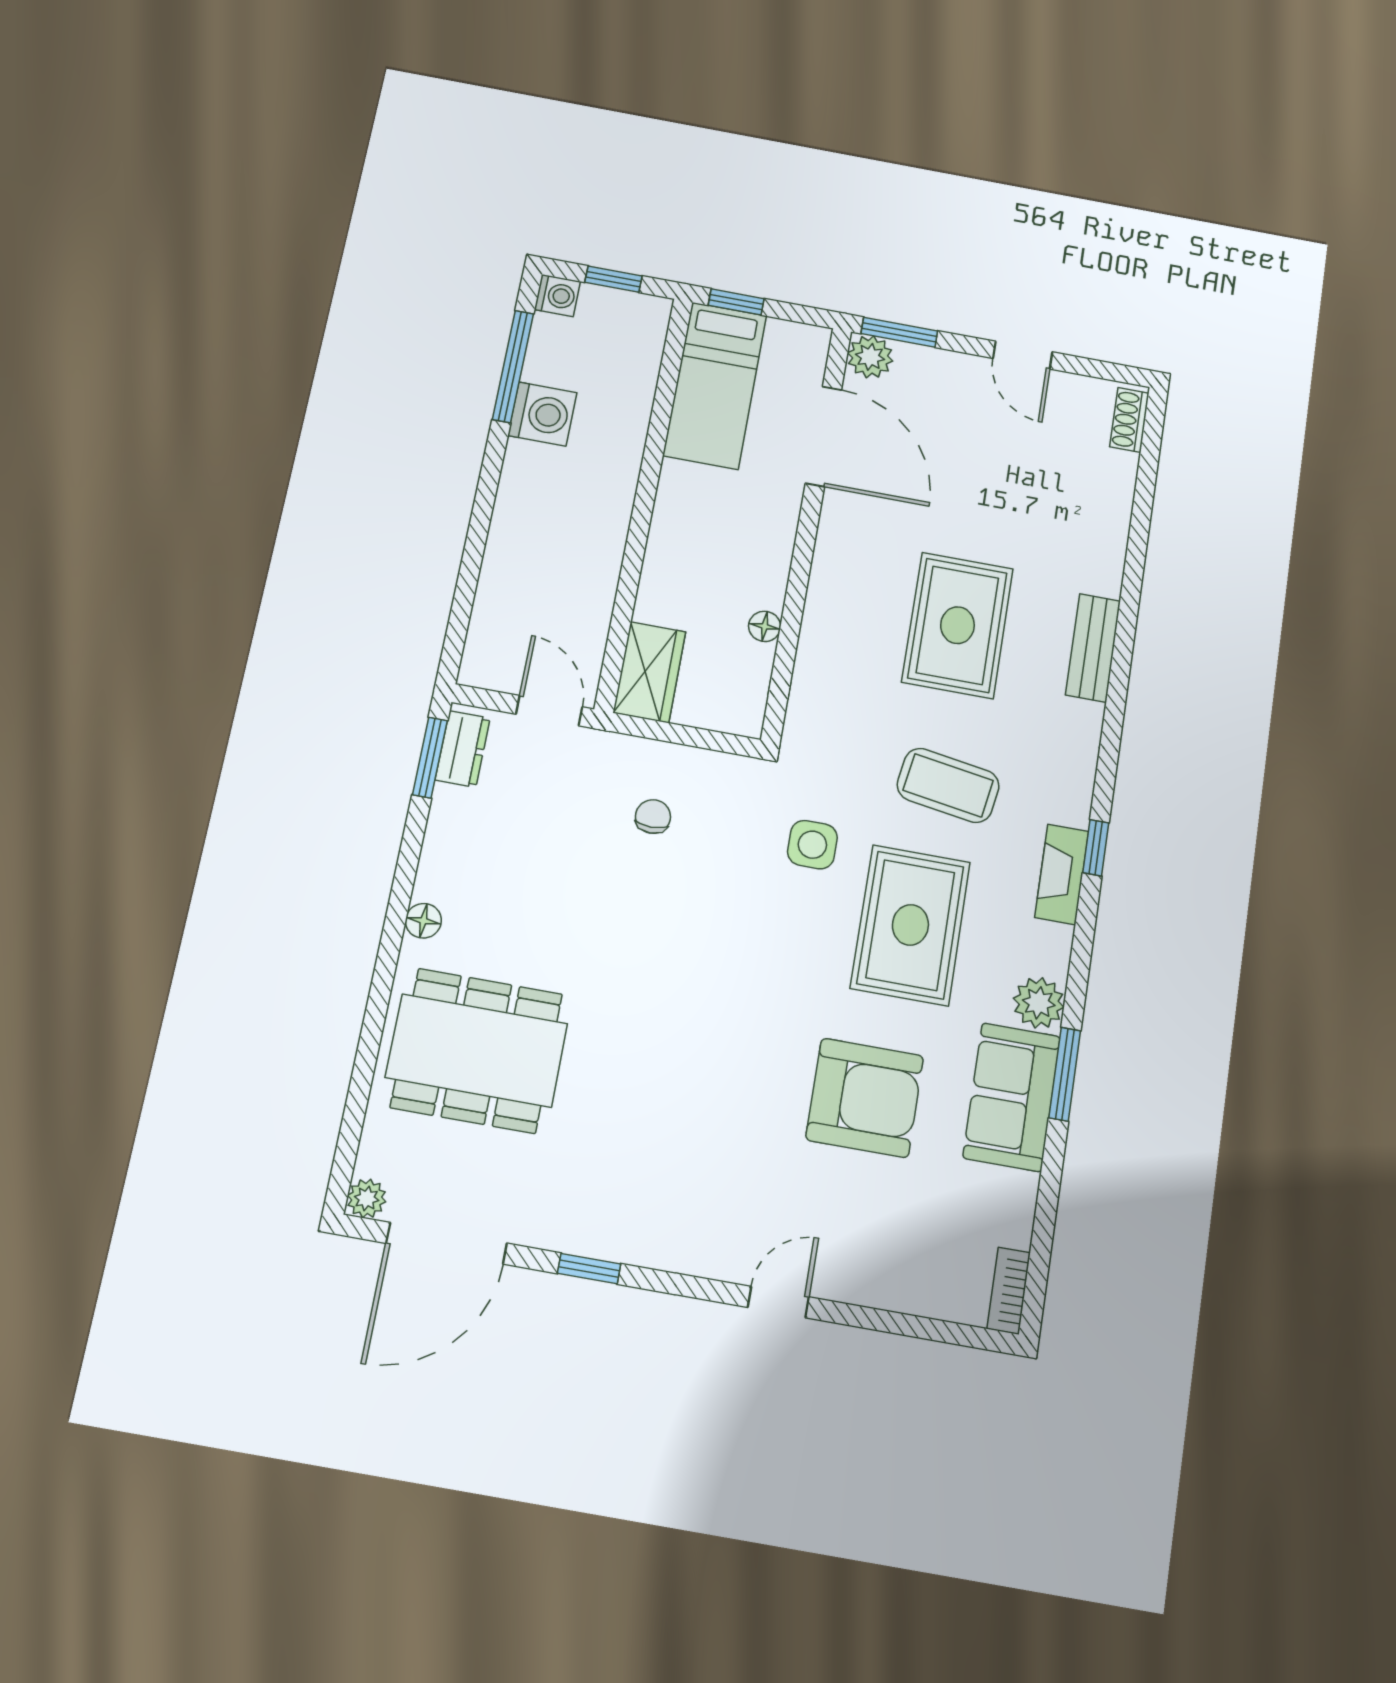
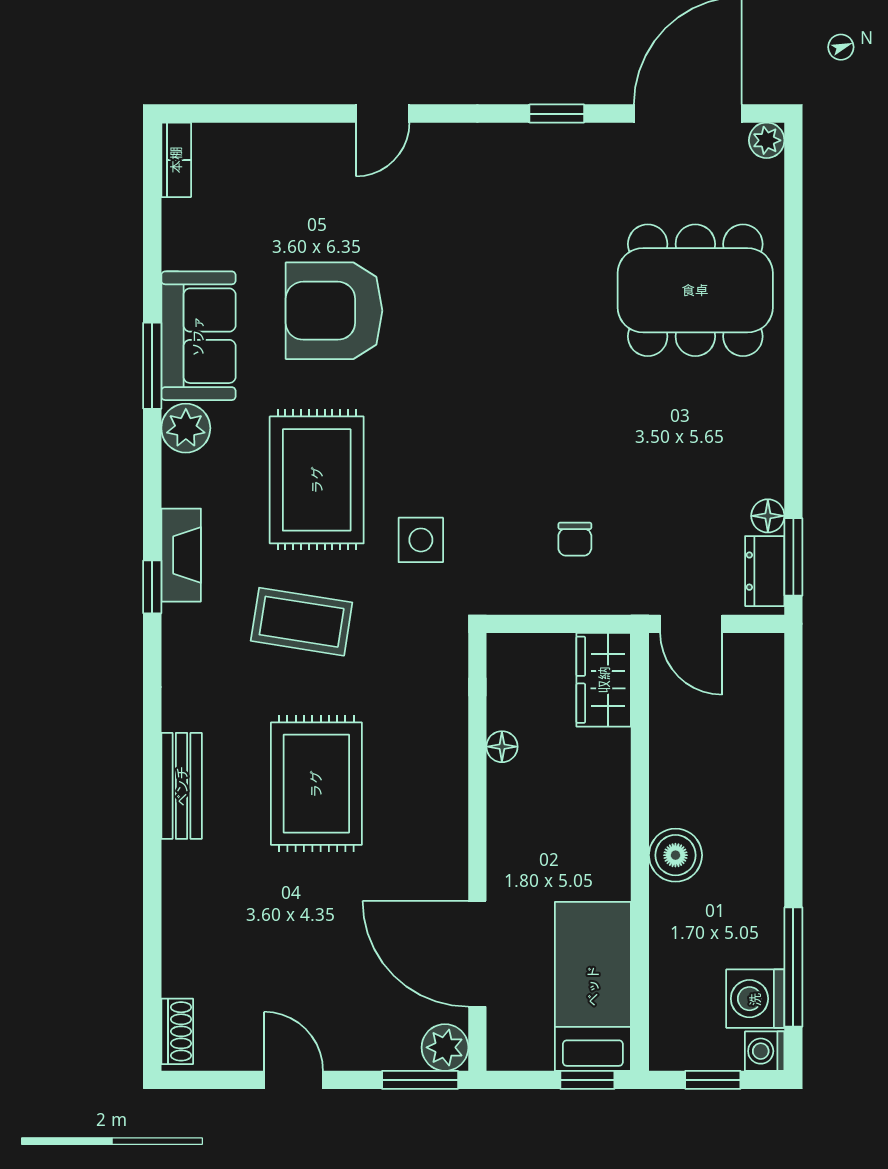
washing machine: (542, 414) -> (755, 999), moved
boiler: (609, 491) -> (675, 855), added
floor lamp: (423, 921) -> (768, 516), moved

